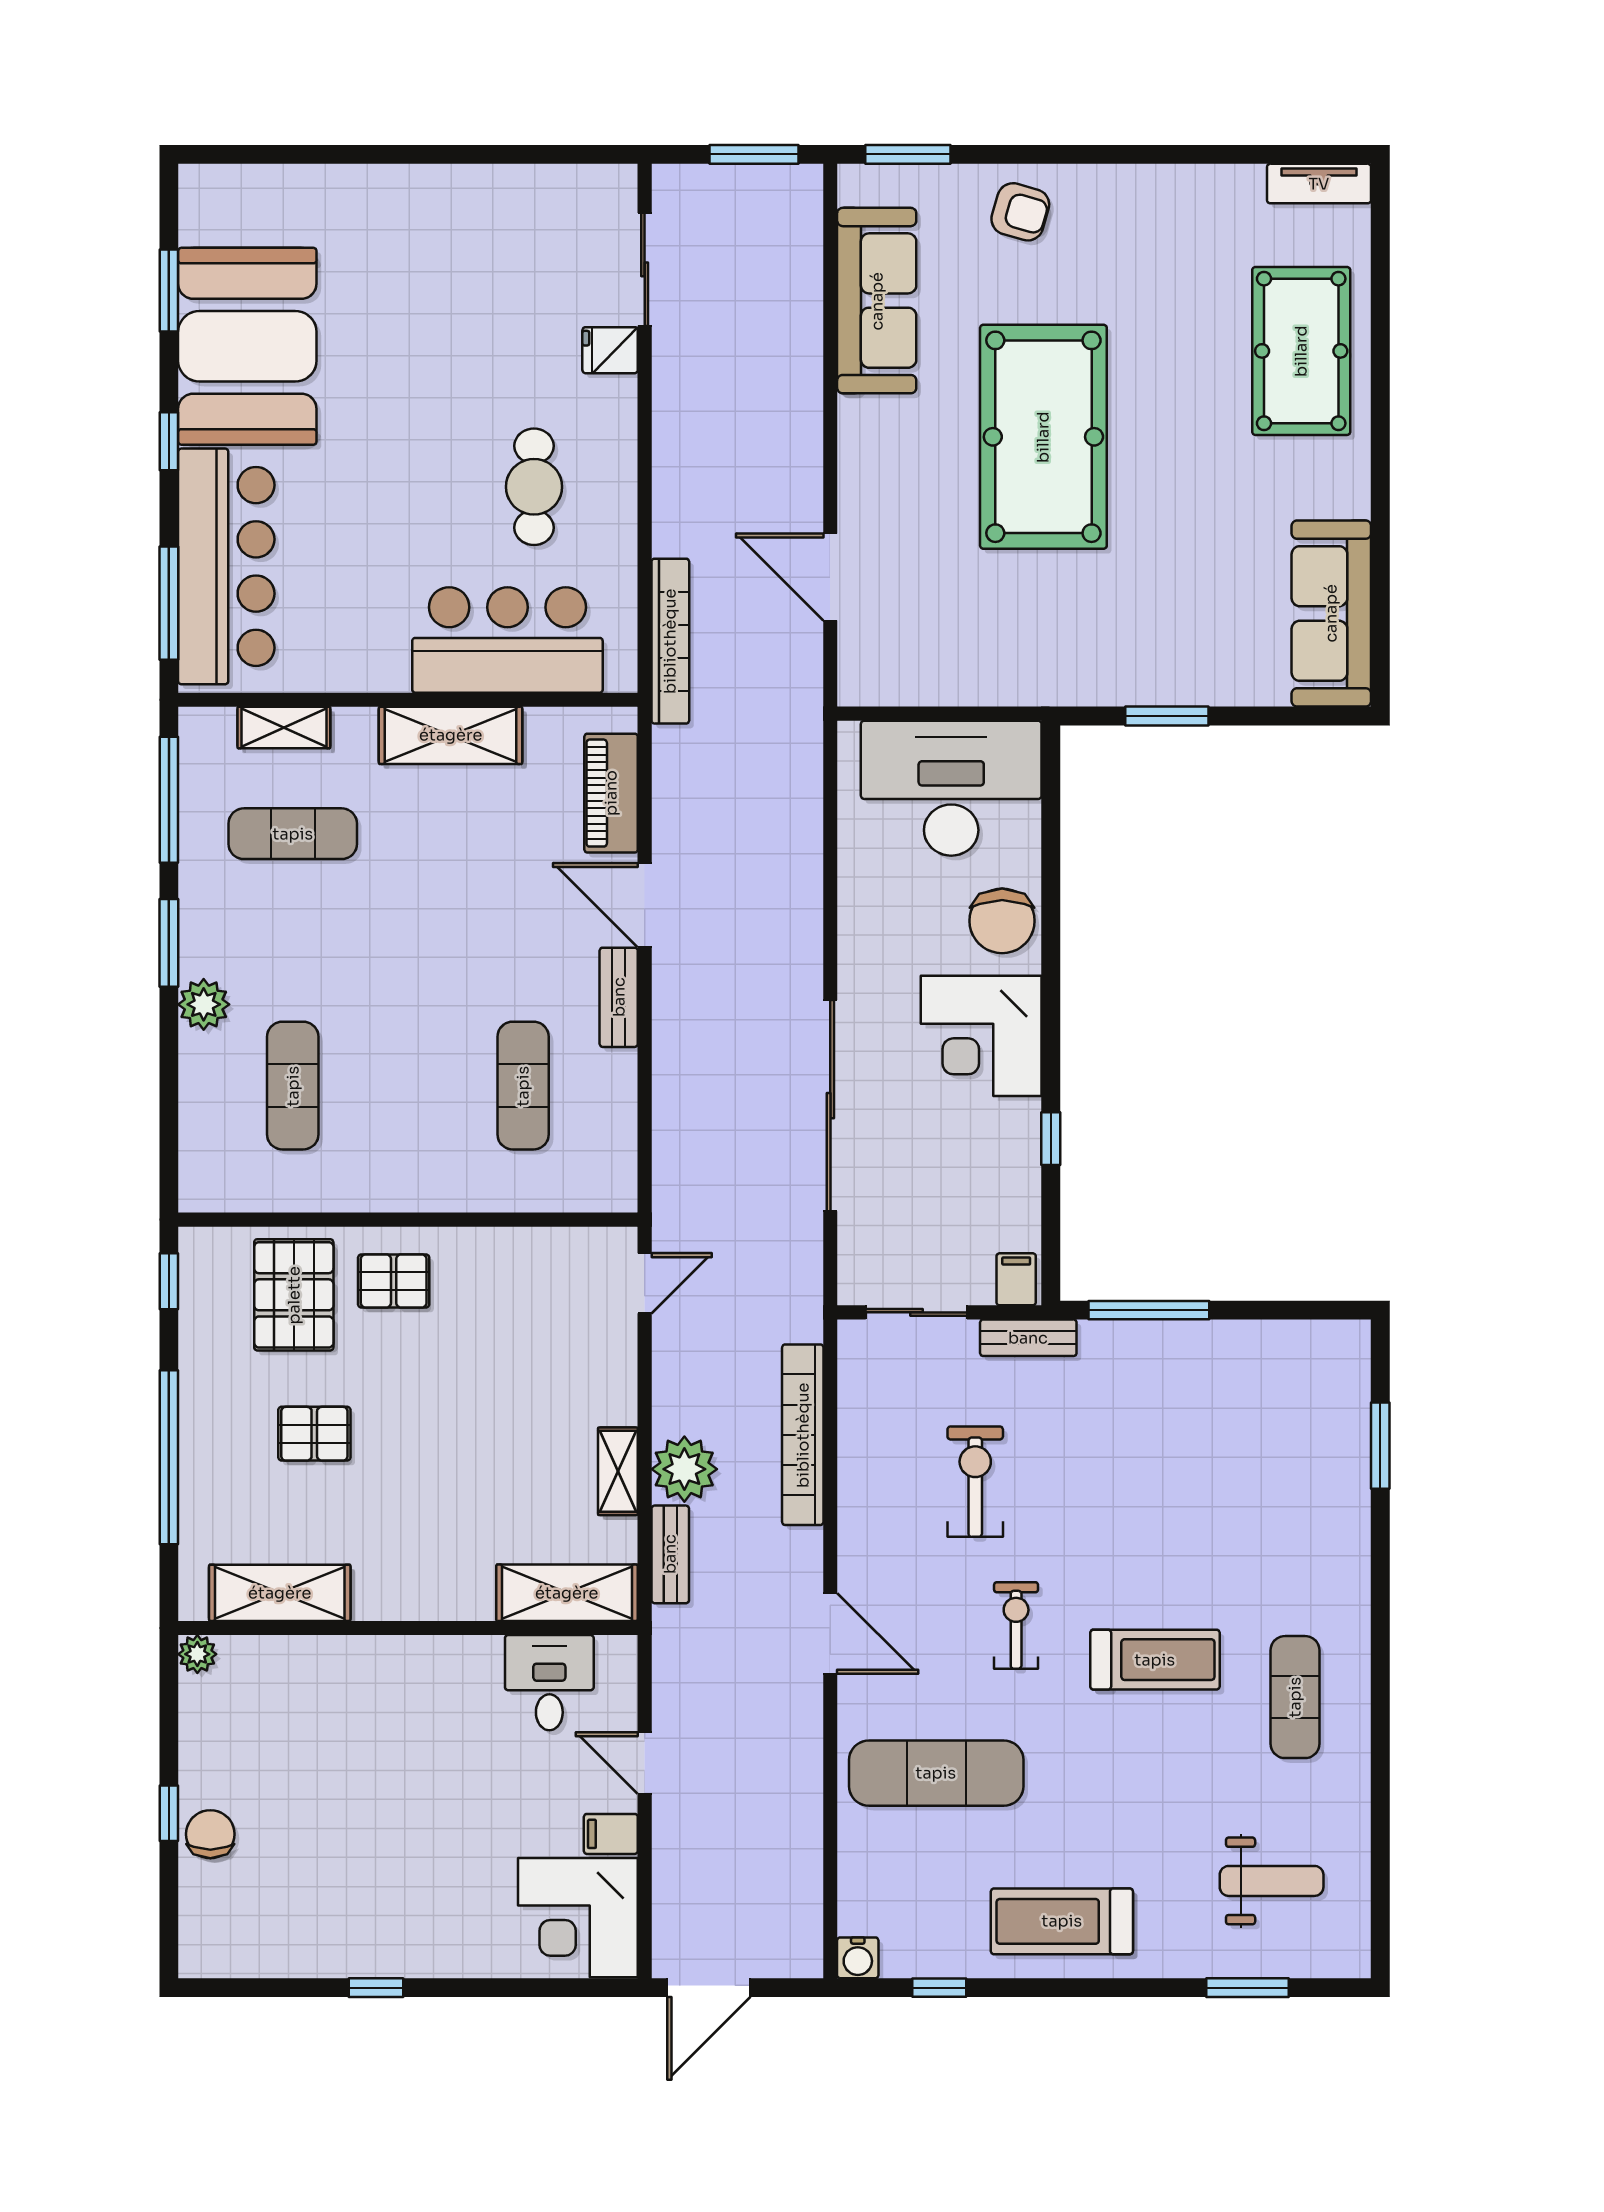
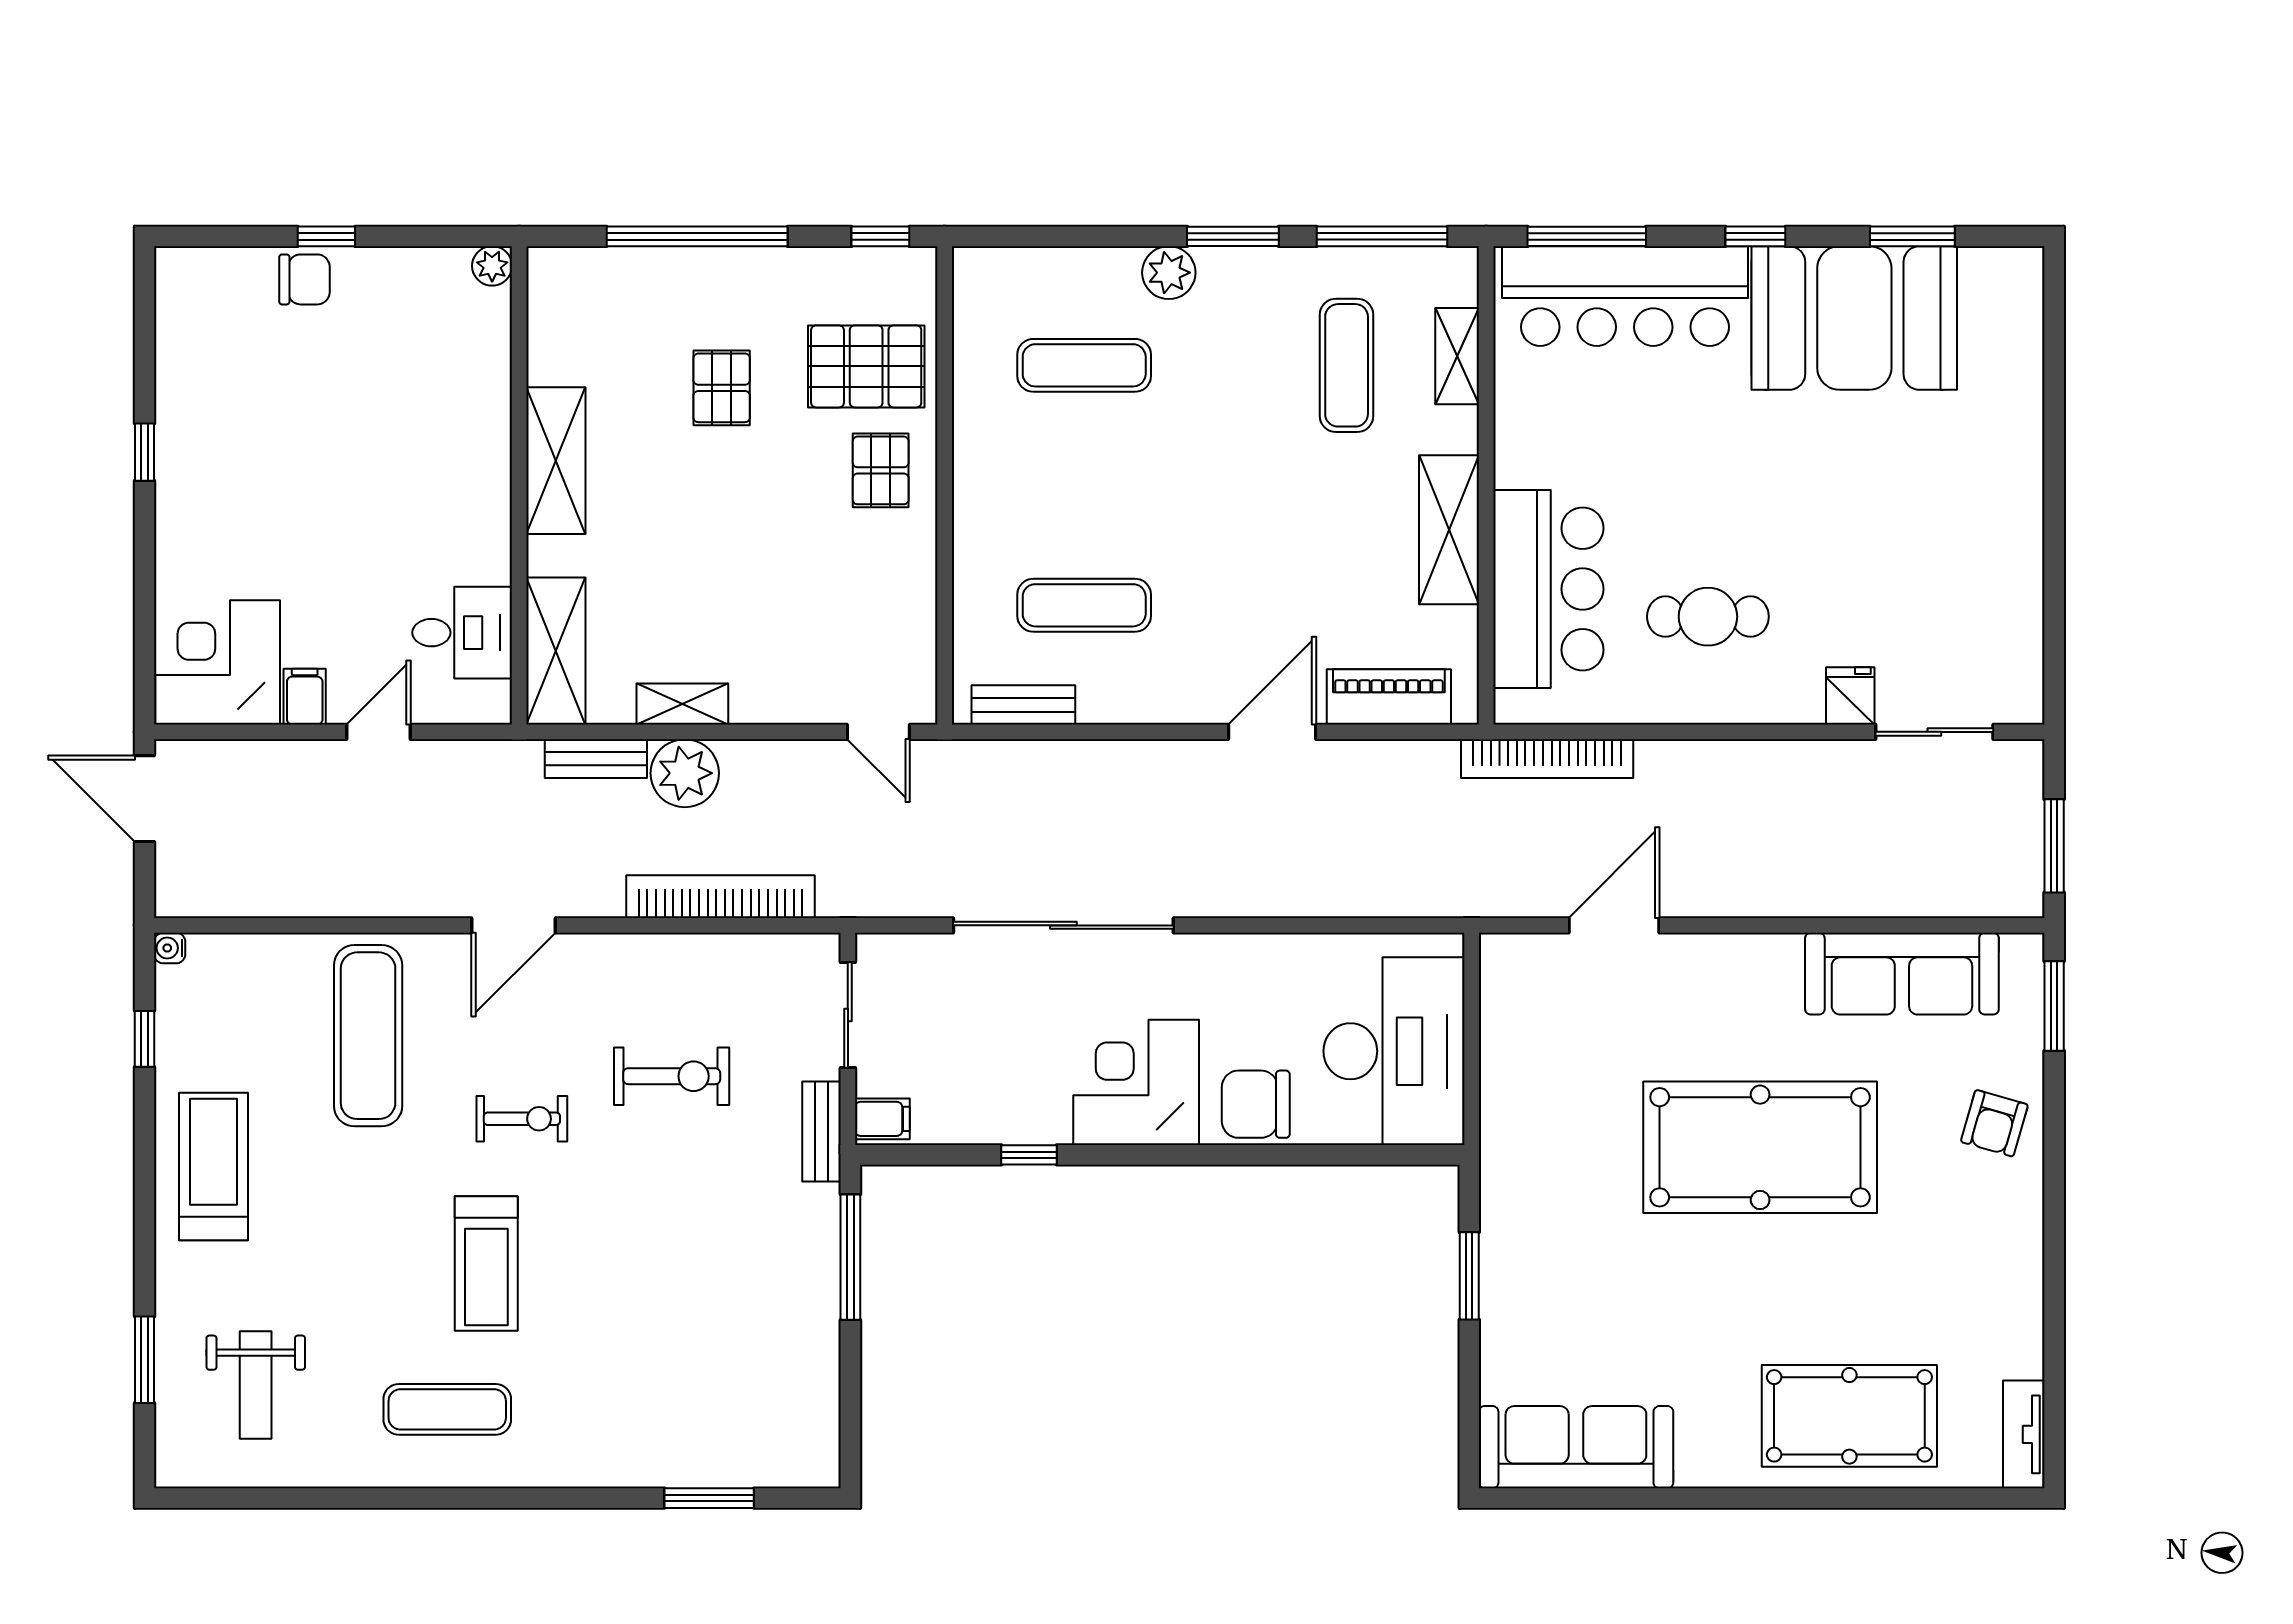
bench: (619, 997) -> (1023, 705), moved
shelving: (280, 1593) -> (556, 461), moved
water cooler: (858, 1958) -> (170, 948), width x0.72, depth x0.72

